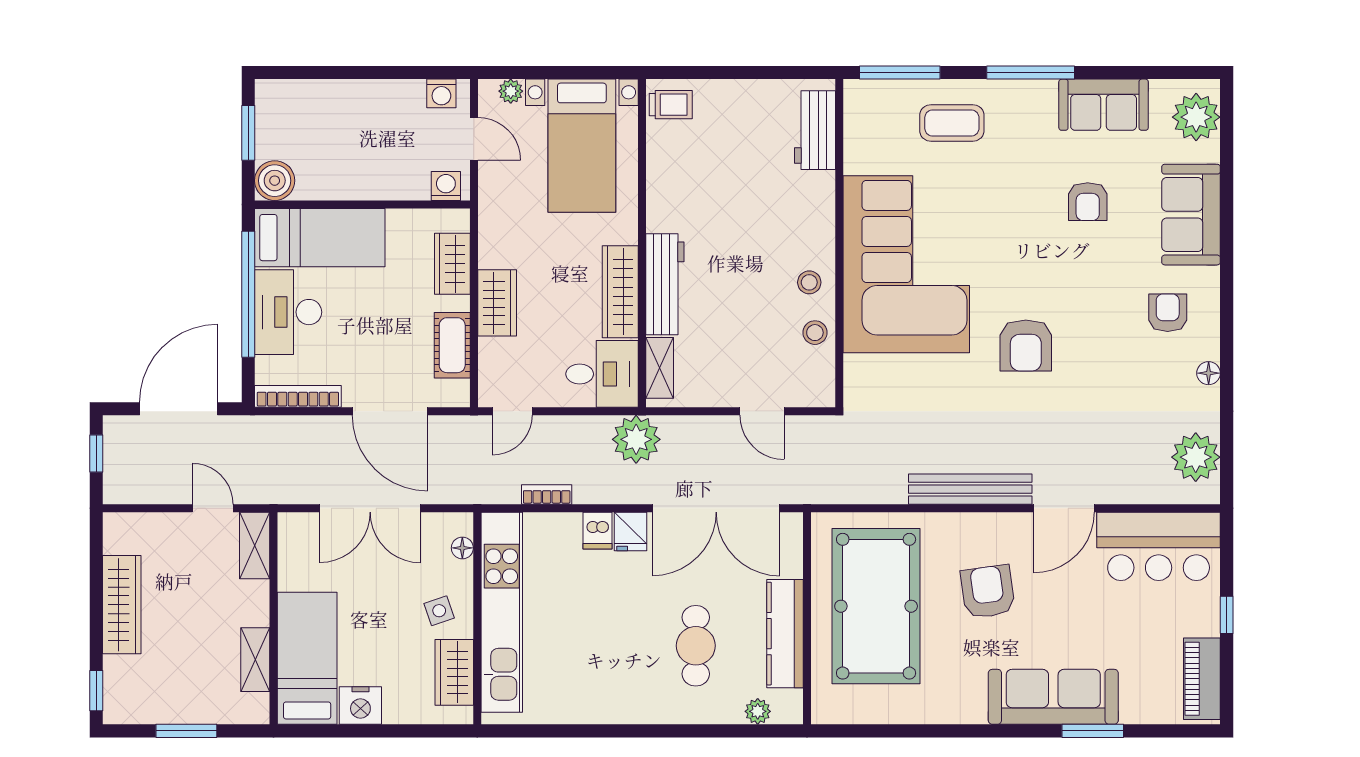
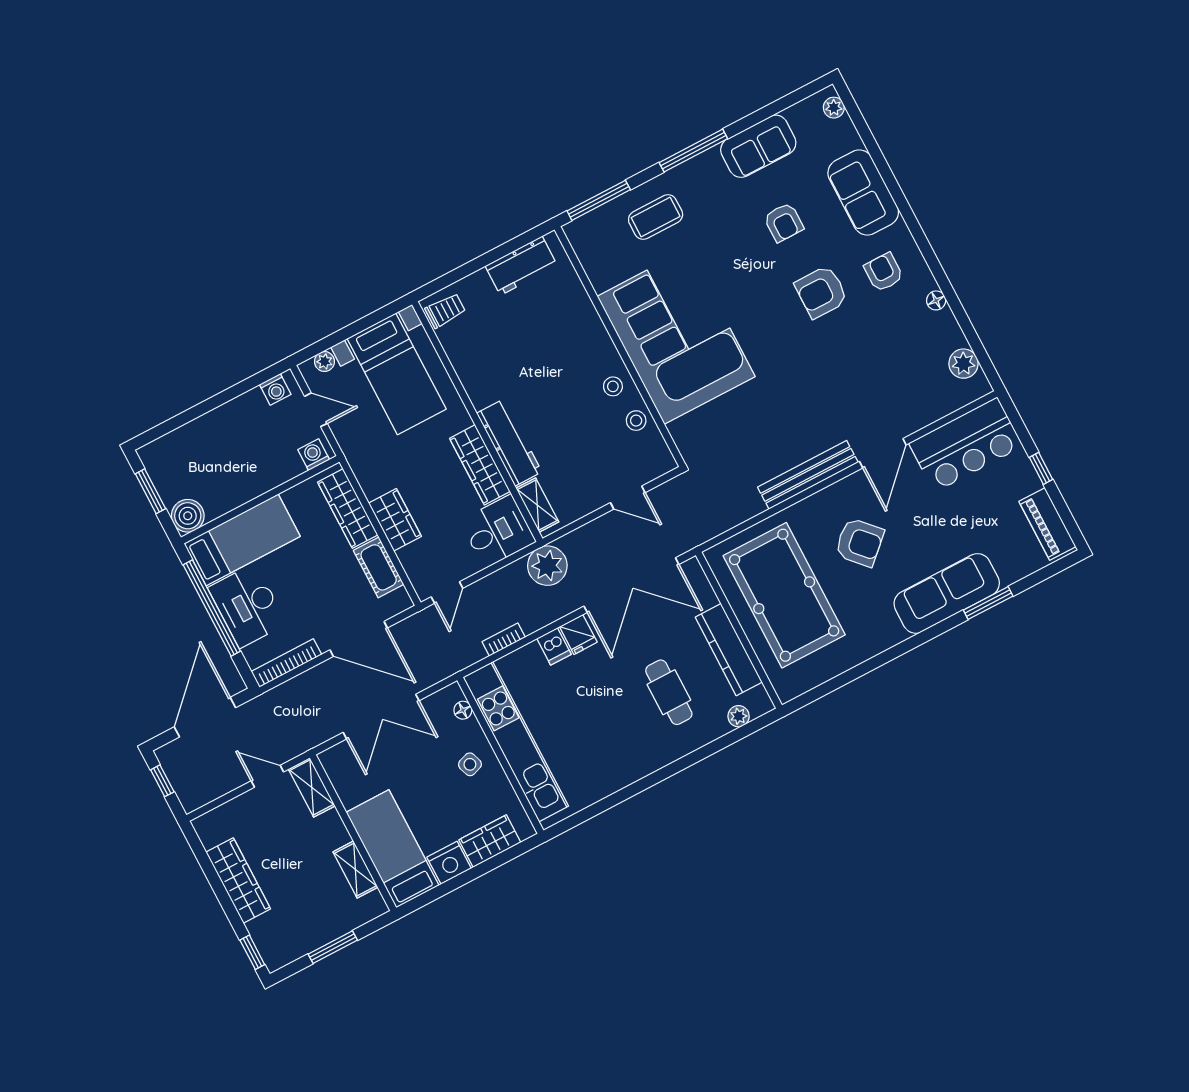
plant: (1196, 117) -> (834, 108), width x0.53, depth x0.53
workbench: (815, 130) -> (521, 266), moved, turned -90
wardrobe: (452, 264) -> (348, 509), width x1.50
armchair: (1026, 345) -> (821, 292), moved, turned 90
plant: (1196, 457) -> (963, 364), width x0.73, depth x0.73
armchair: (988, 592) -> (859, 542), turned 145
wardrobe: (454, 672) -> (490, 841), moved, turned 90

